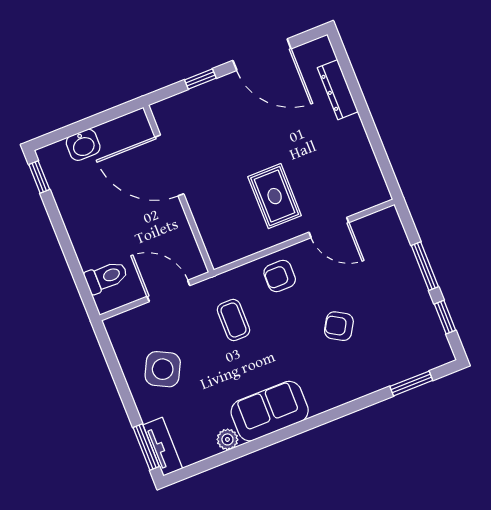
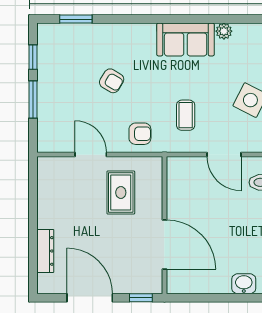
door: (169, 165) -> (164, 244), moved
wall: (179, 189) -> (164, 225), moved

